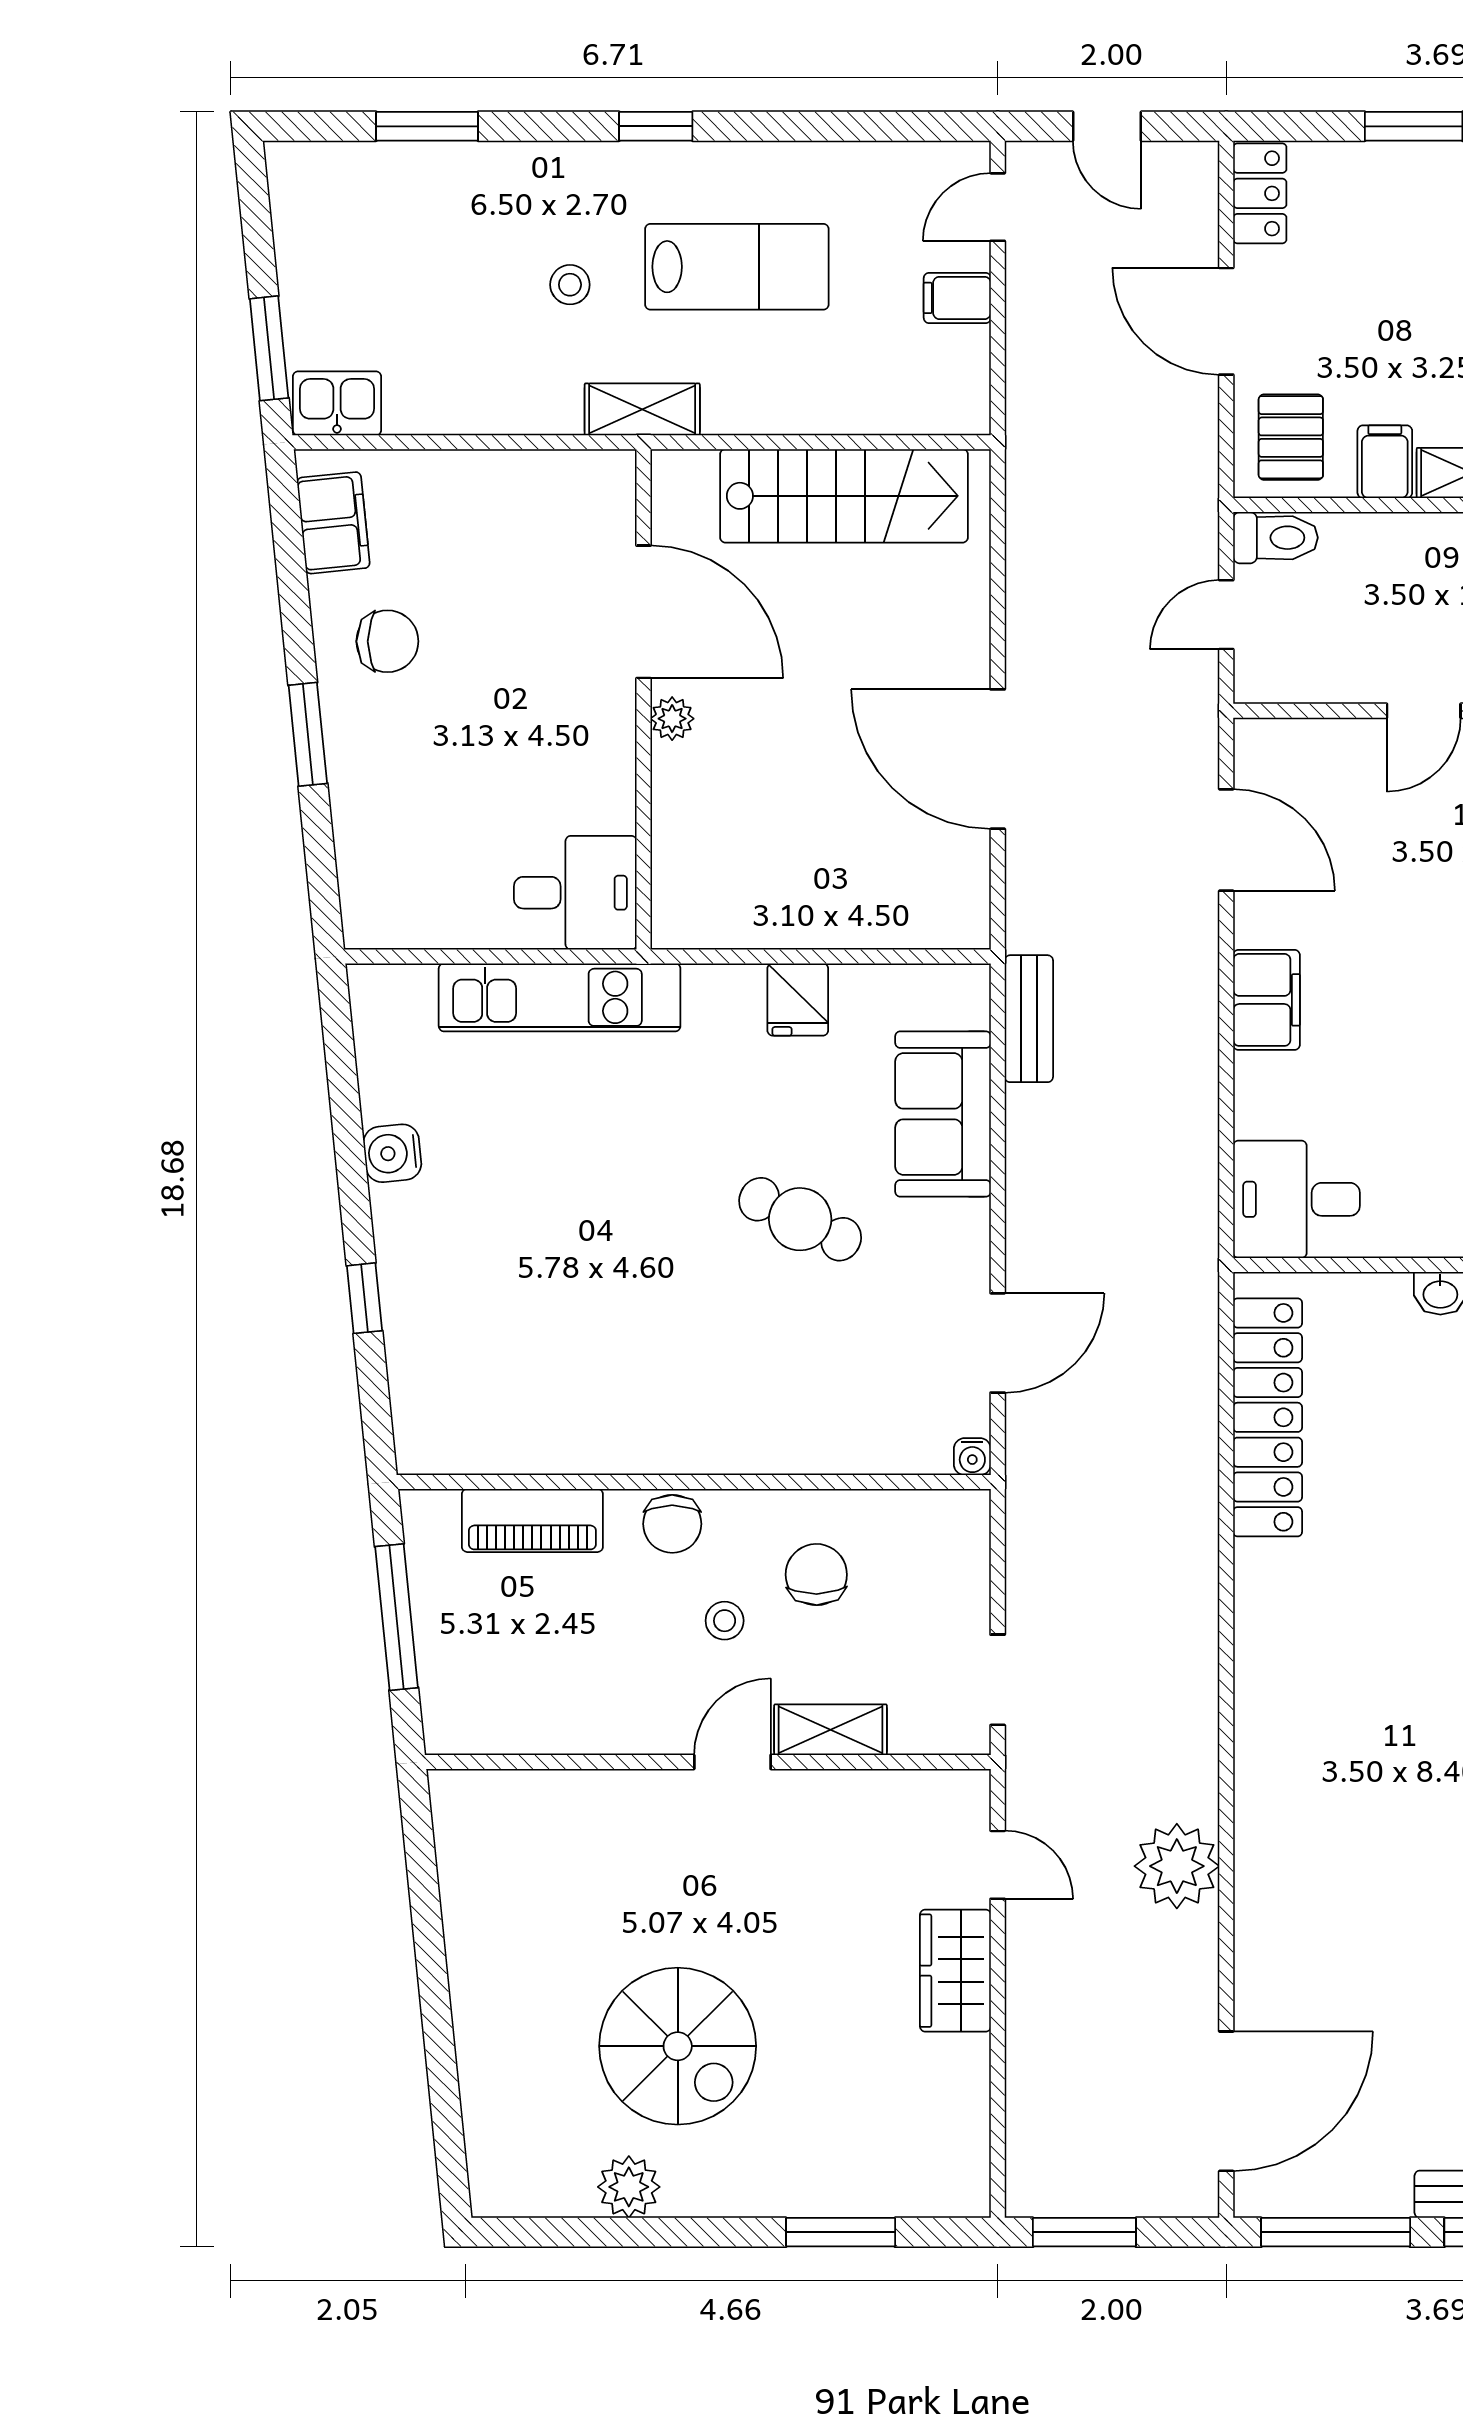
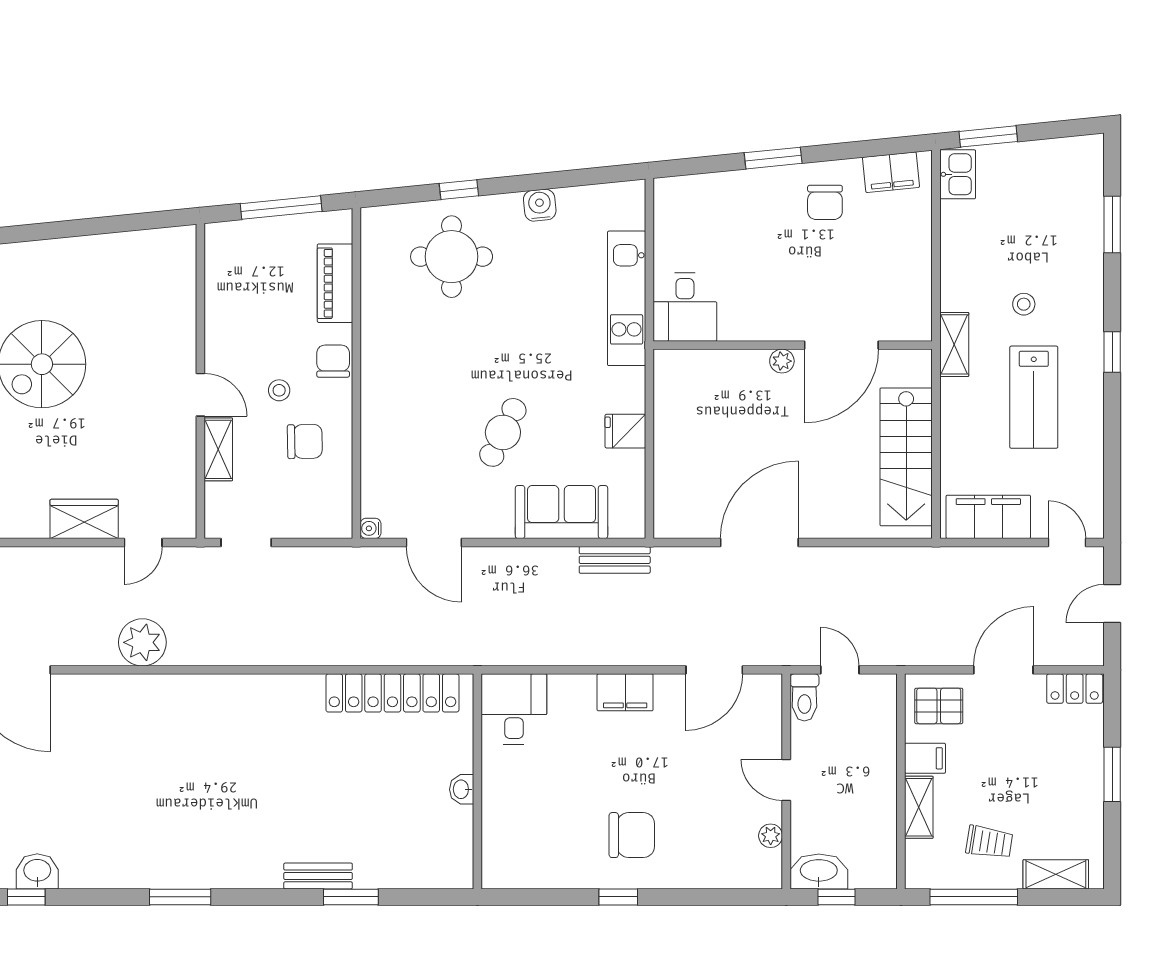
filing cabinet: (957, 298) -> (988, 517), width x3.00, depth x1.17
toilet: (1276, 538) -> (804, 697), moved
round table: (485, 1311) -> (452, 257), added
chair: (672, 1524) -> (333, 361), turned 90

